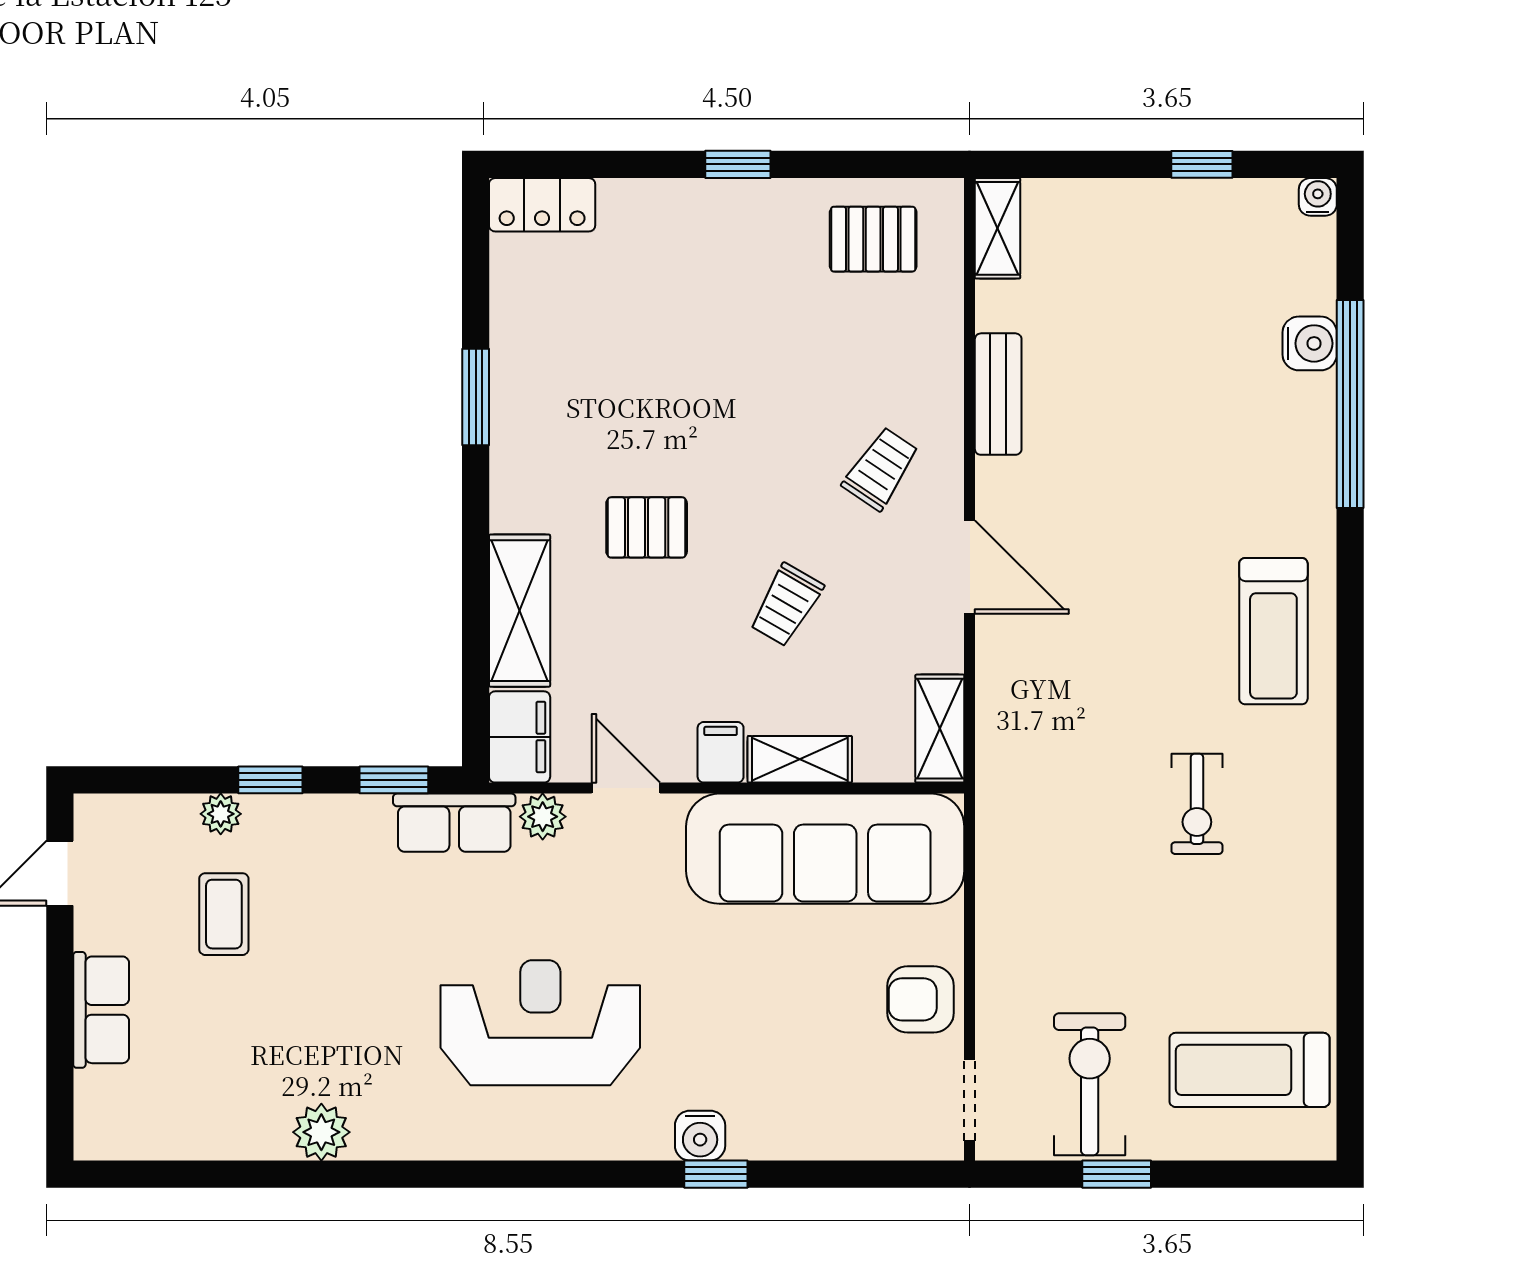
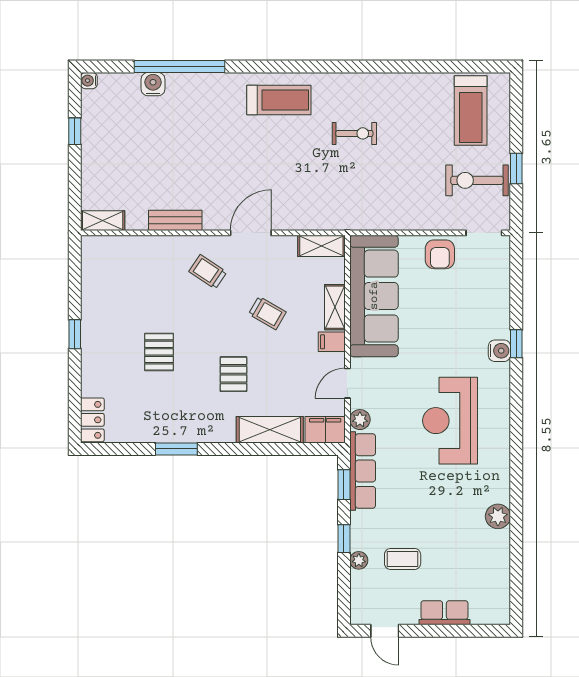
pallet: (873, 239) -> (159, 352), moved
row of seats: (454, 823) -> (363, 471), width x1.48

